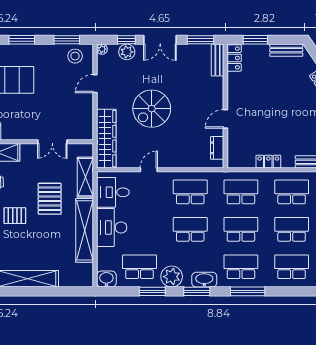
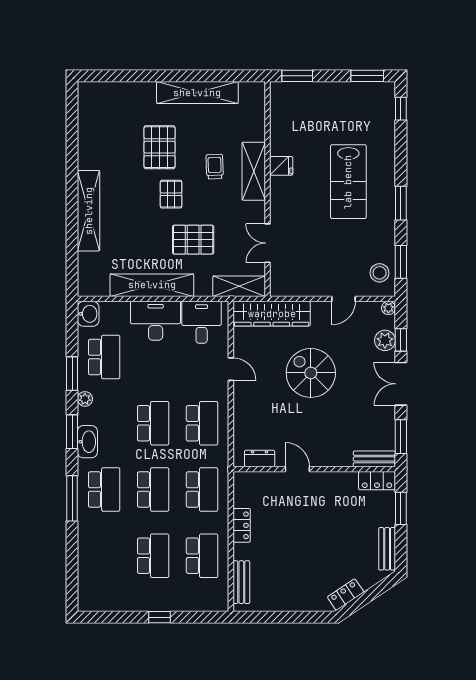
door: (95, 84) -> (344, 299), swing flipped
shelving: (85, 177) -> (239, 286), moved
school desk: (292, 267) -> (104, 556), removed
plant: (172, 277) -> (85, 399), width x0.53, depth x0.53

